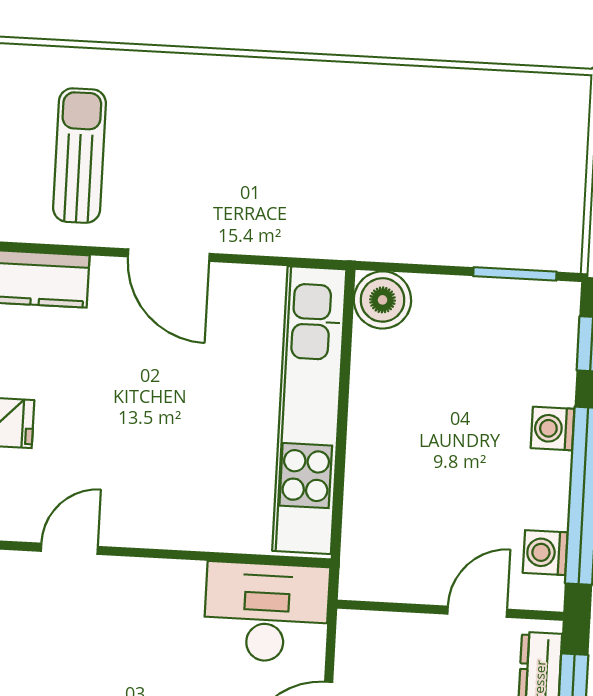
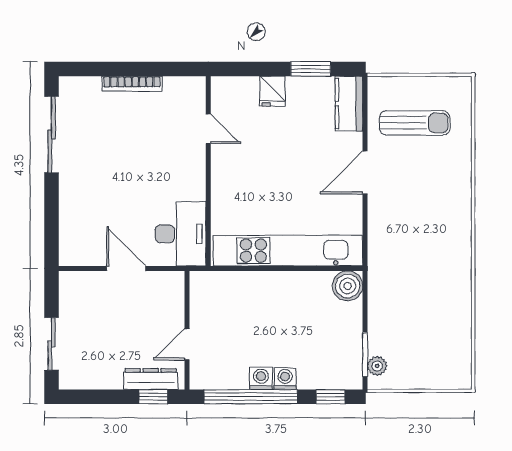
plant: (538, 252) -> (377, 366), added
washing machine: (545, 553) -> (261, 378), moved
door: (477, 612) -> (187, 344), swing flipped

